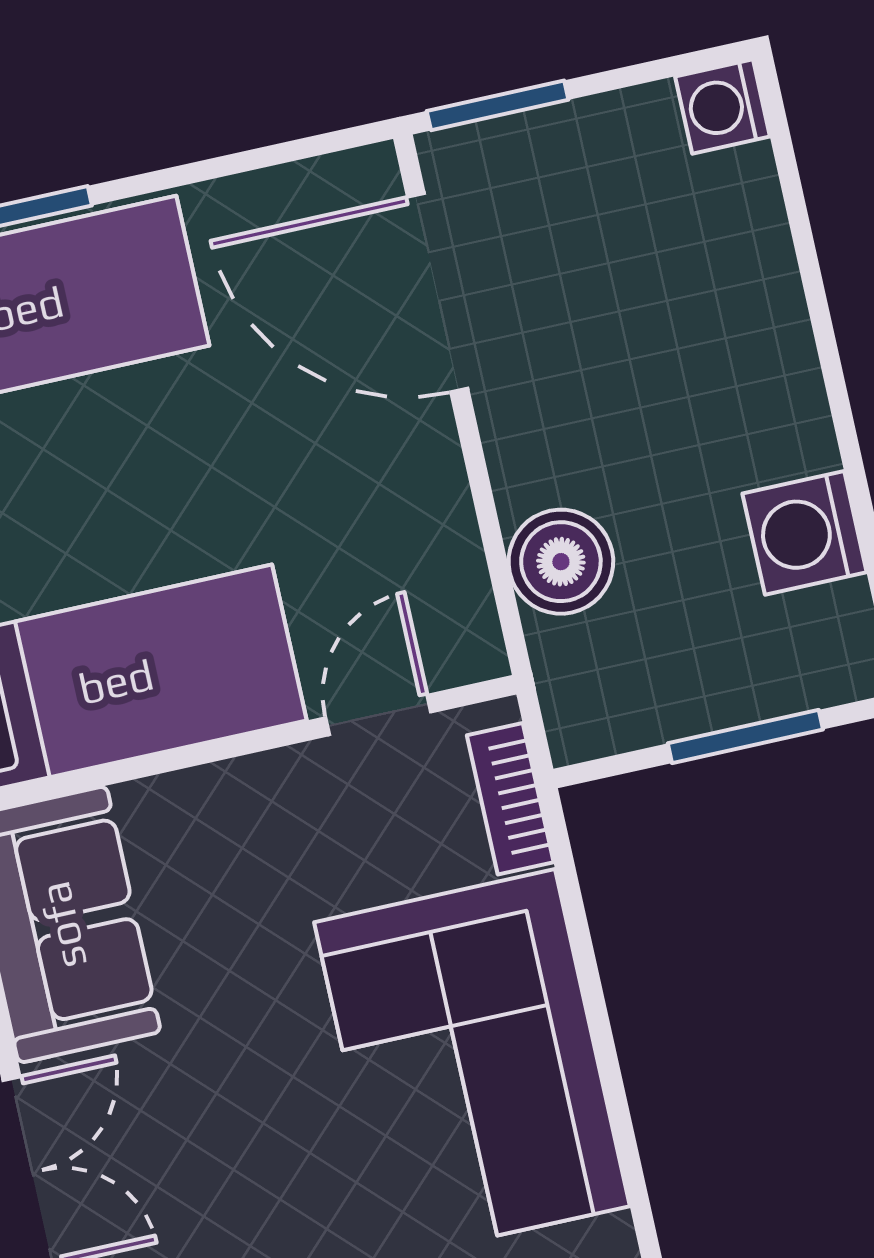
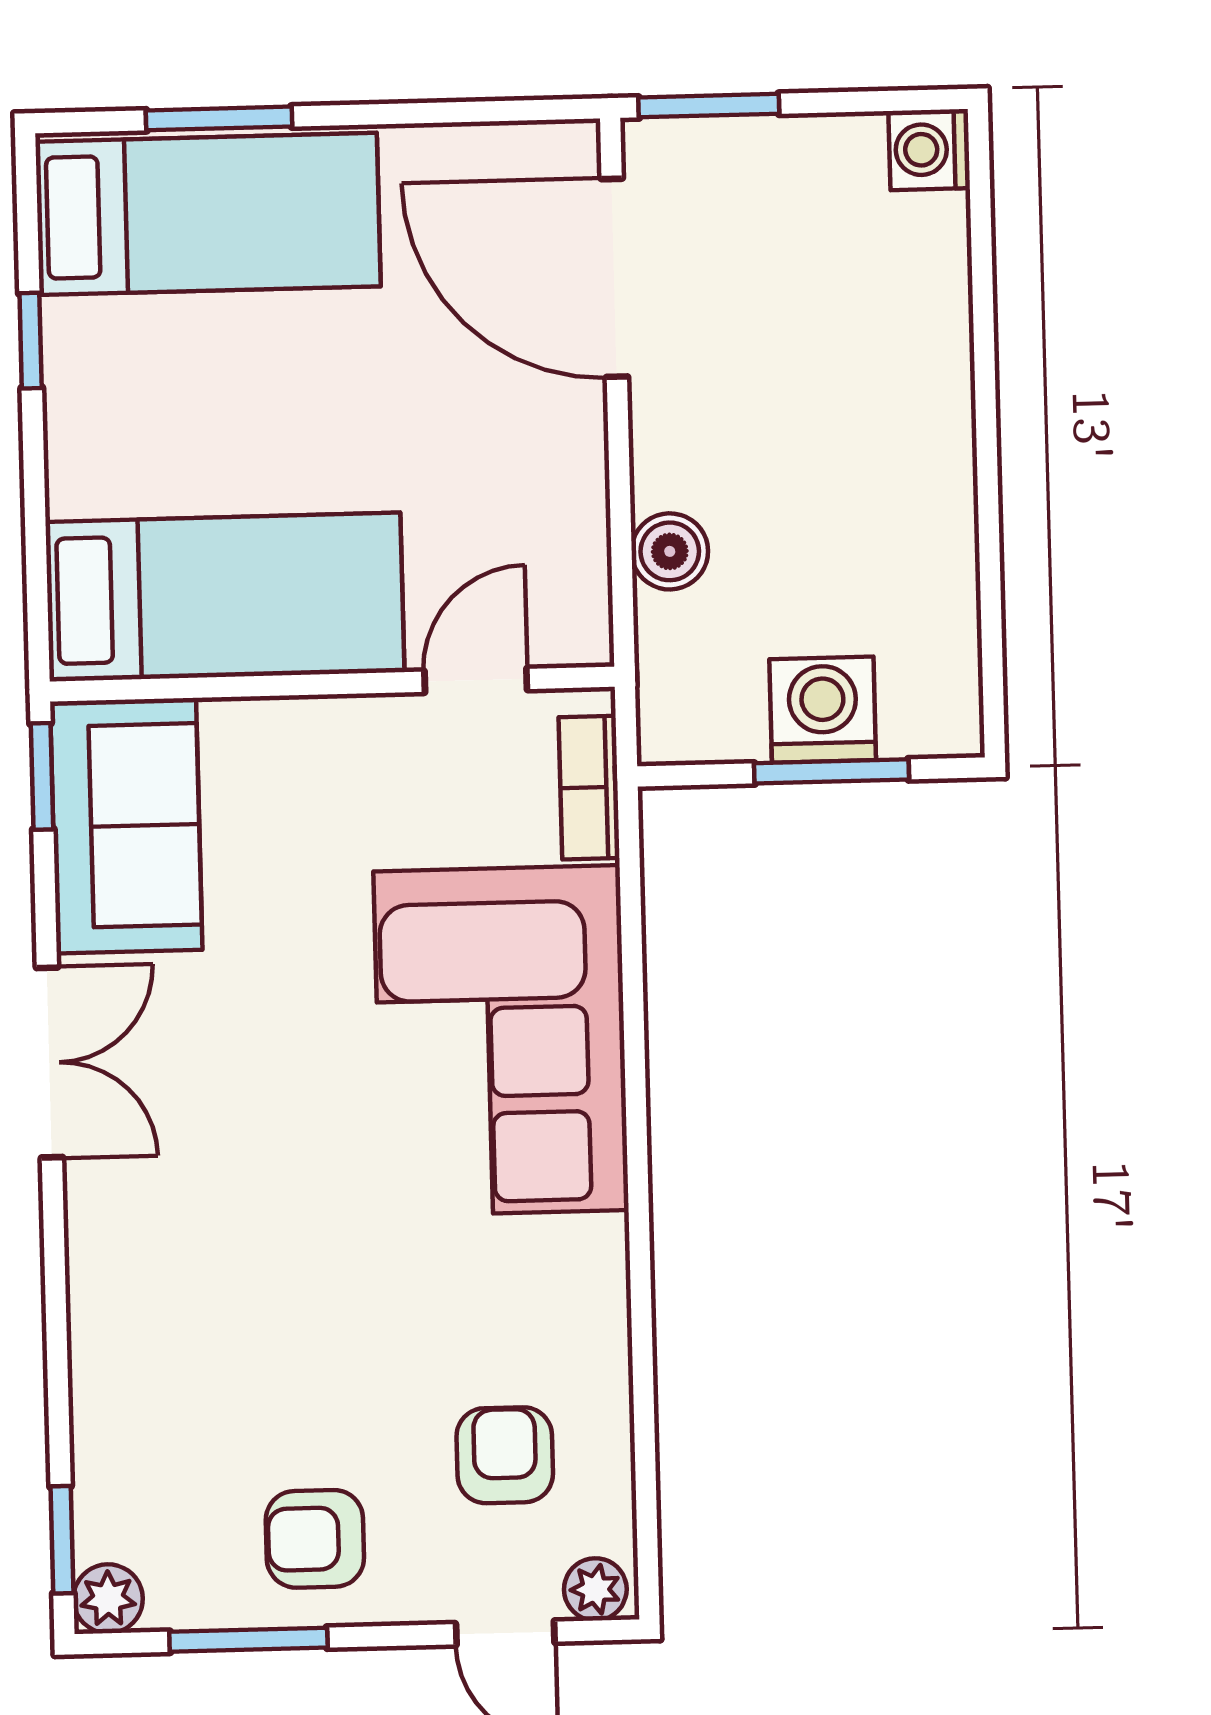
washing machine: (805, 533) -> (823, 710), moved, turned 90
boiler: (561, 562) -> (670, 551), width x0.73, depth x0.73

